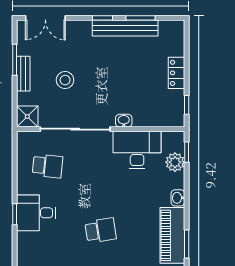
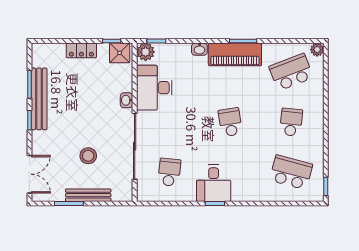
bench: (23, 74) -> (88, 195), width x1.36
shower: (27, 117) -> (120, 53), moved
plant: (175, 162) -> (146, 52), moved

